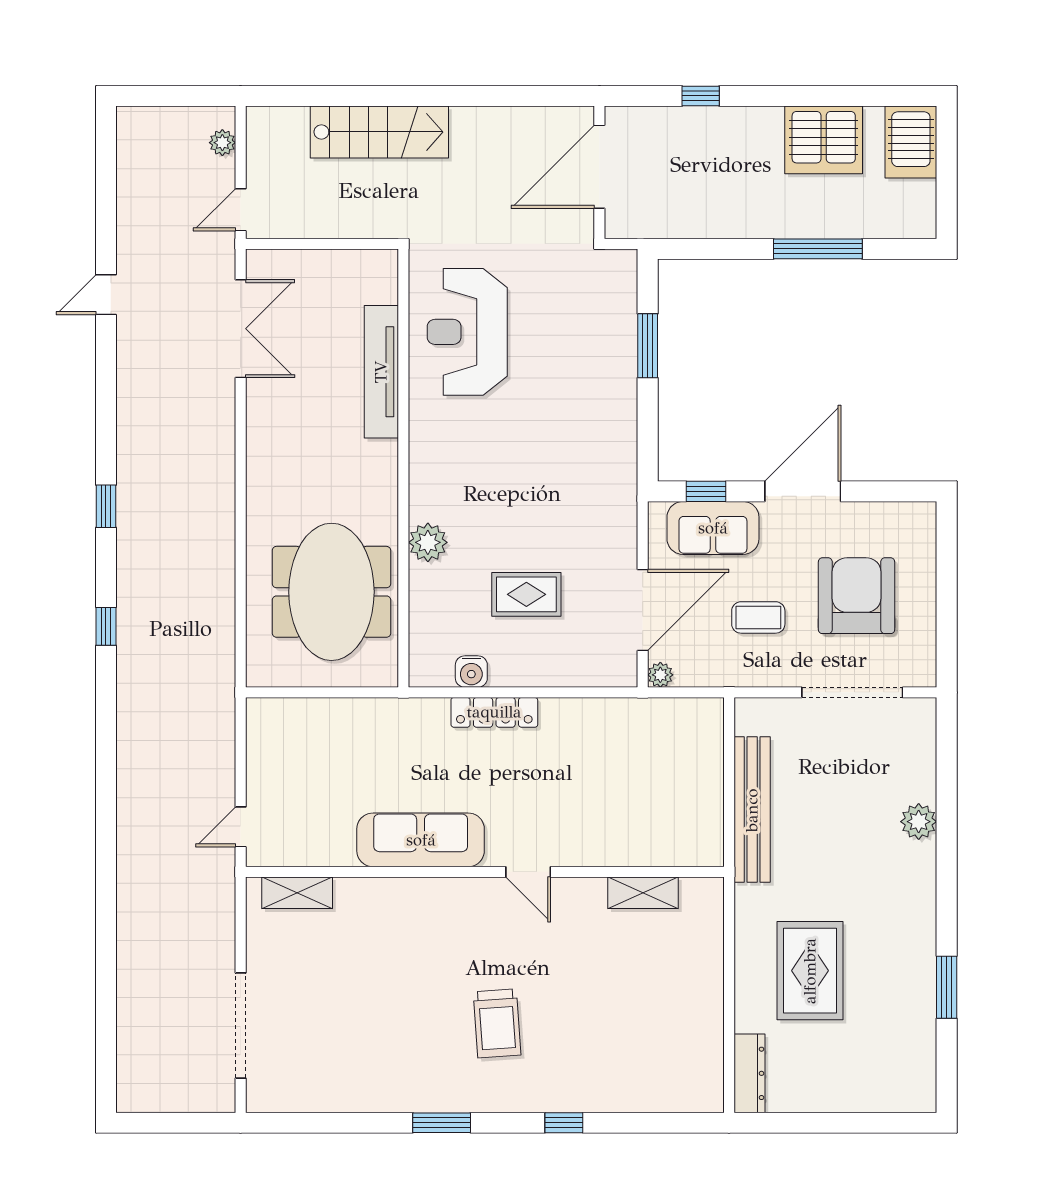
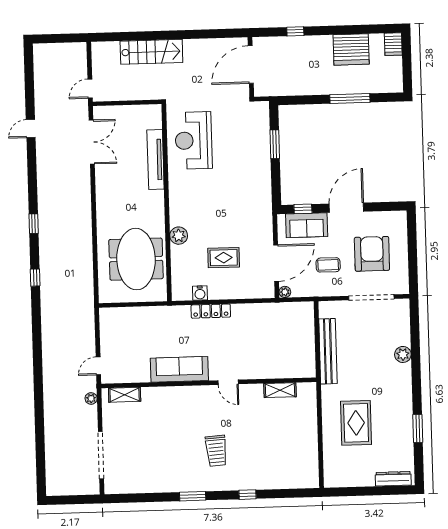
server rack: (911, 142) -> (393, 44), width x0.73, depth x0.70
plant: (222, 143) -> (91, 398), moved
dresser: (749, 1073) -> (393, 479), moved, turned -90

